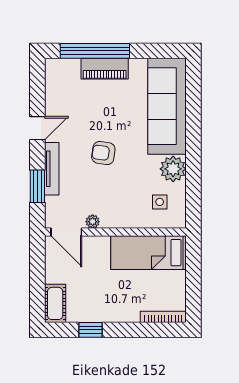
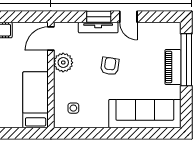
plant: (173, 169) -> (98, 118), removed
window: (37, 186) -> (99, 17), moved
plant: (93, 222) -> (63, 63), width x1.88, depth x1.88

